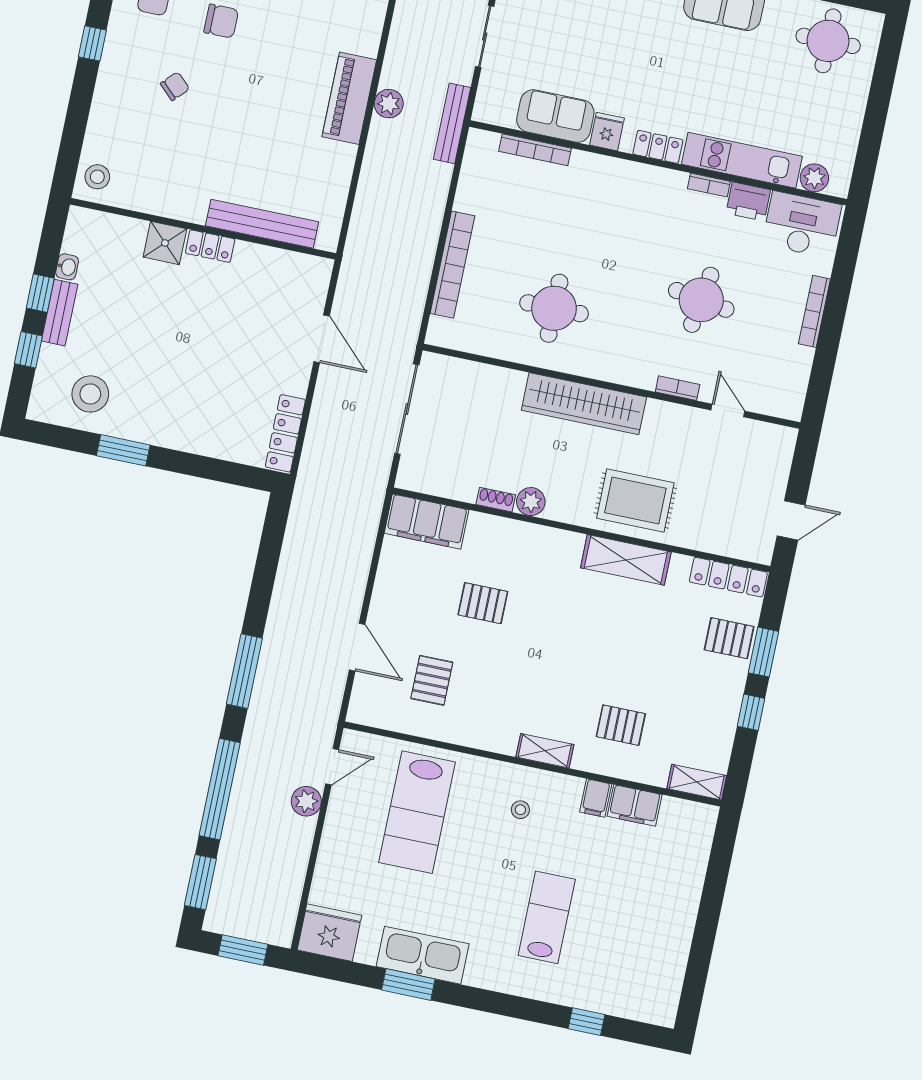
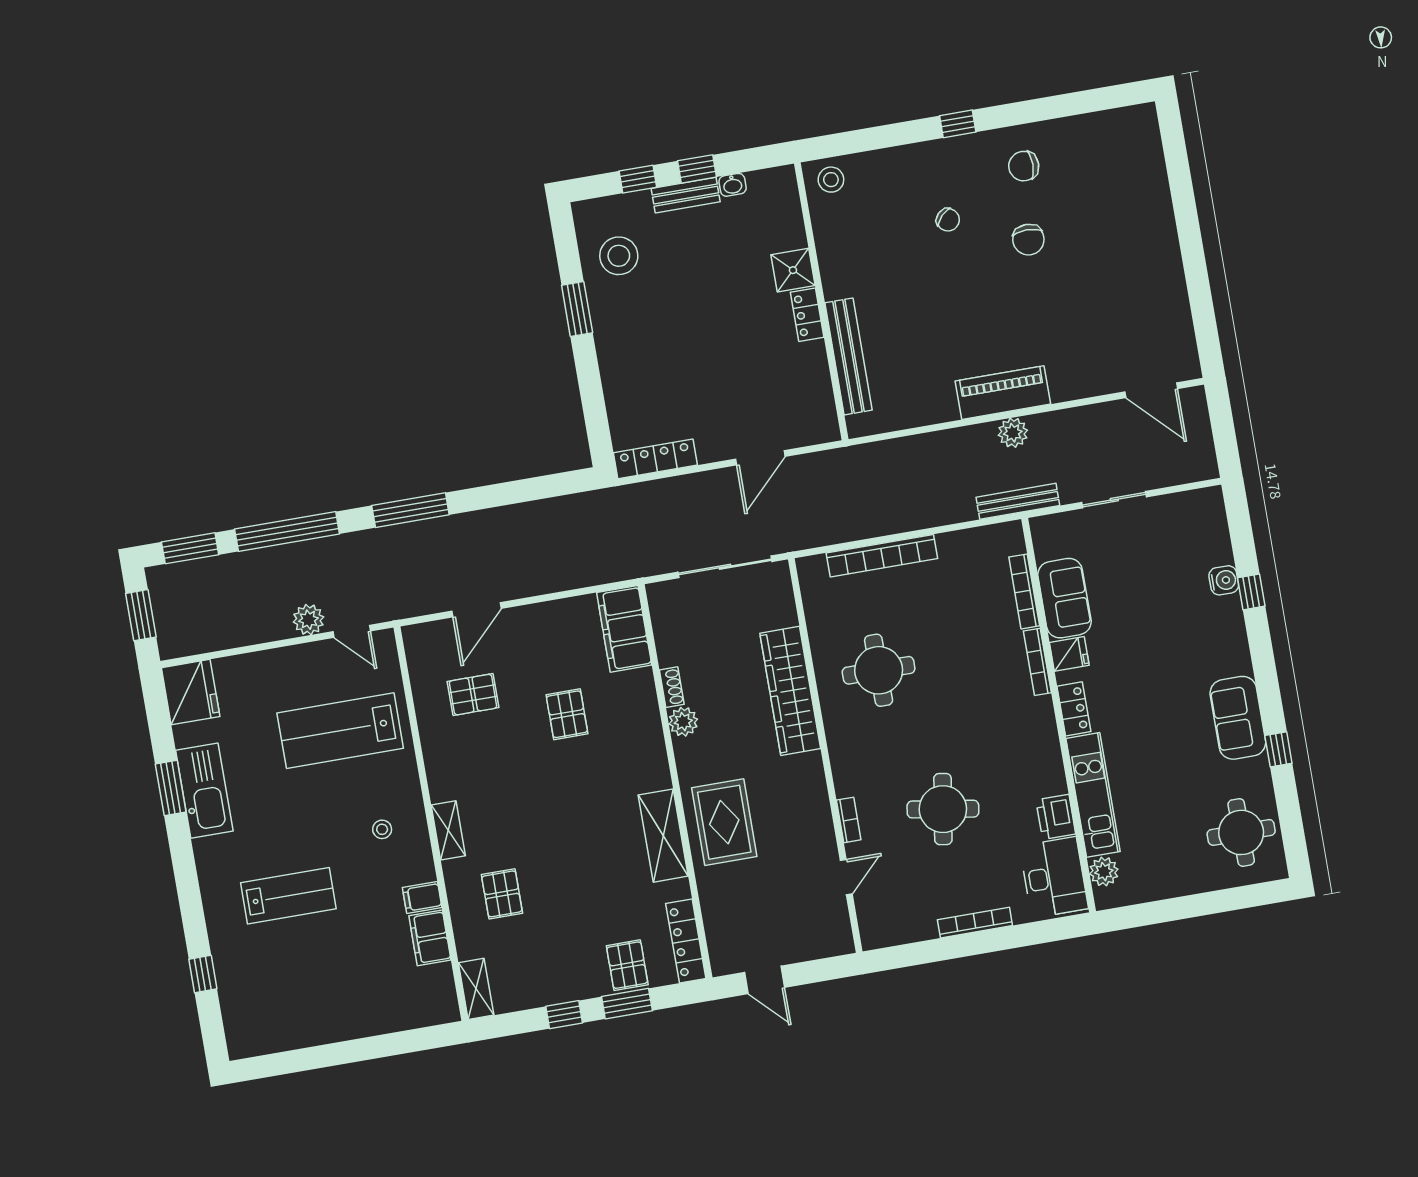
bookcase: (709, 185) -> (1037, 662), moved, width x1.56
wardrobe: (584, 404) -> (790, 691), moved

